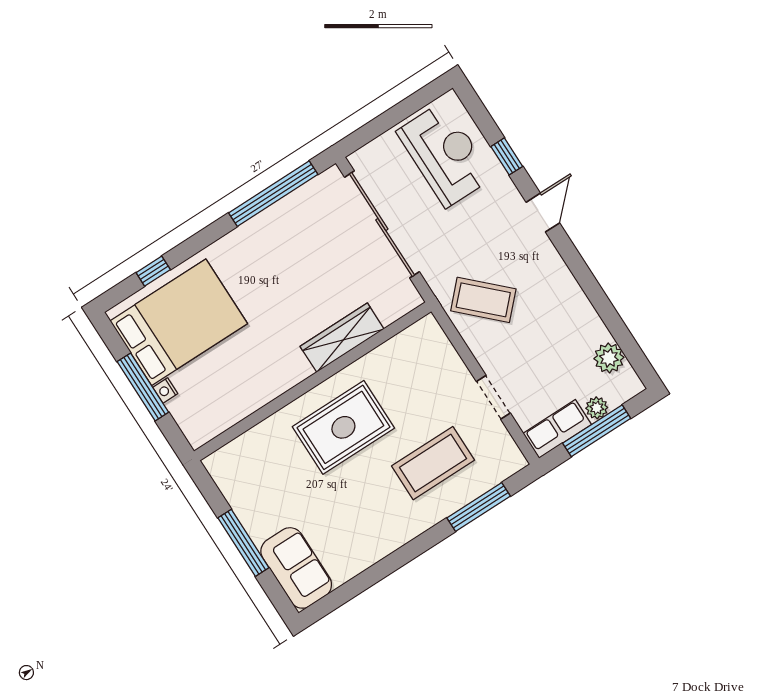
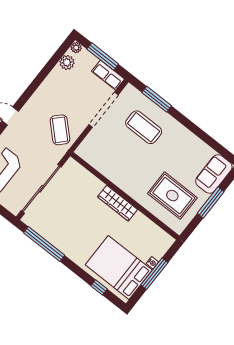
wardrobe: (342, 338) -> (117, 203), moved
doorway: (493, 397) -> (104, 110), width x1.88
plant: (597, 408) -> (76, 48), moved
rug: (343, 427) -> (172, 196), moved

